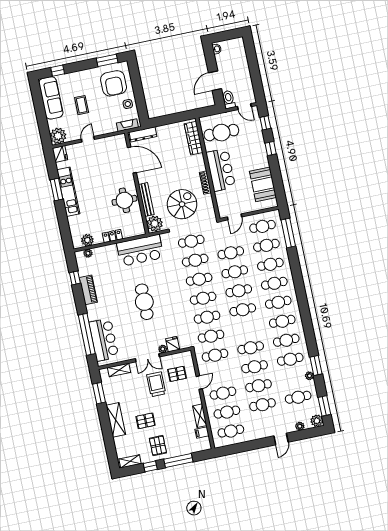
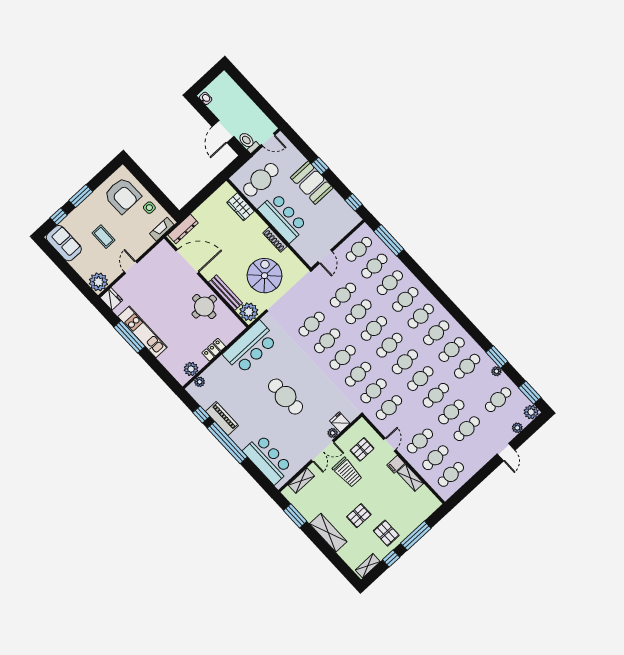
window: (107, 60) -> (81, 196), moved
sofa: (51, 98) -> (64, 243), width x0.73
window: (265, 123) -> (354, 202), moved
wardrobe: (194, 138) -> (241, 207), width x0.67
booth: (263, 184) -> (312, 183), moved
window: (56, 190) -> (129, 337), width x1.44
cafe table: (191, 241) -> (405, 362), moved
window: (87, 334) -> (227, 443), moved
trolley: (156, 384) -> (347, 472), turned 180
filing cabinet: (202, 432) -> (396, 464), moved

